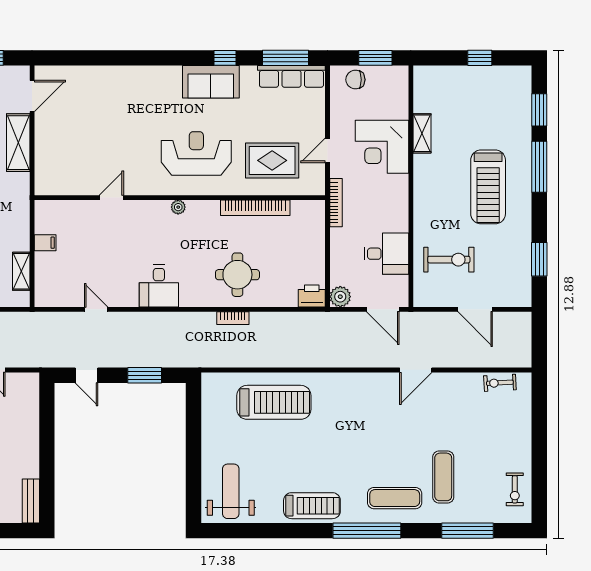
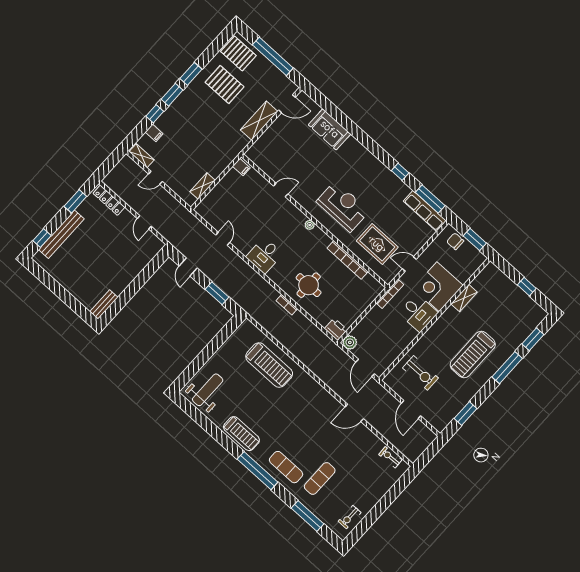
sofa: (211, 82) -> (330, 129), moved
filing cabinet: (45, 243) -> (241, 167), moved
desk: (386, 254) -> (418, 313), moved

